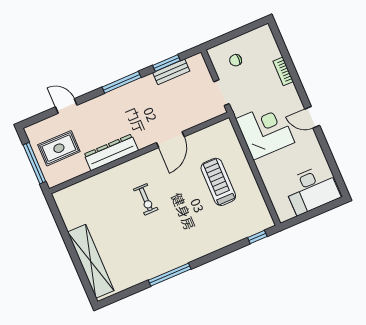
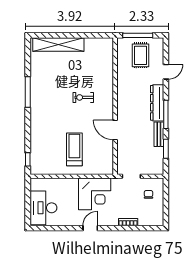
bench: (171, 72) -> (159, 134), moved
dresser: (111, 152) -> (157, 103), moved, turned 180
treadmill: (218, 182) -> (74, 149), turned -90

